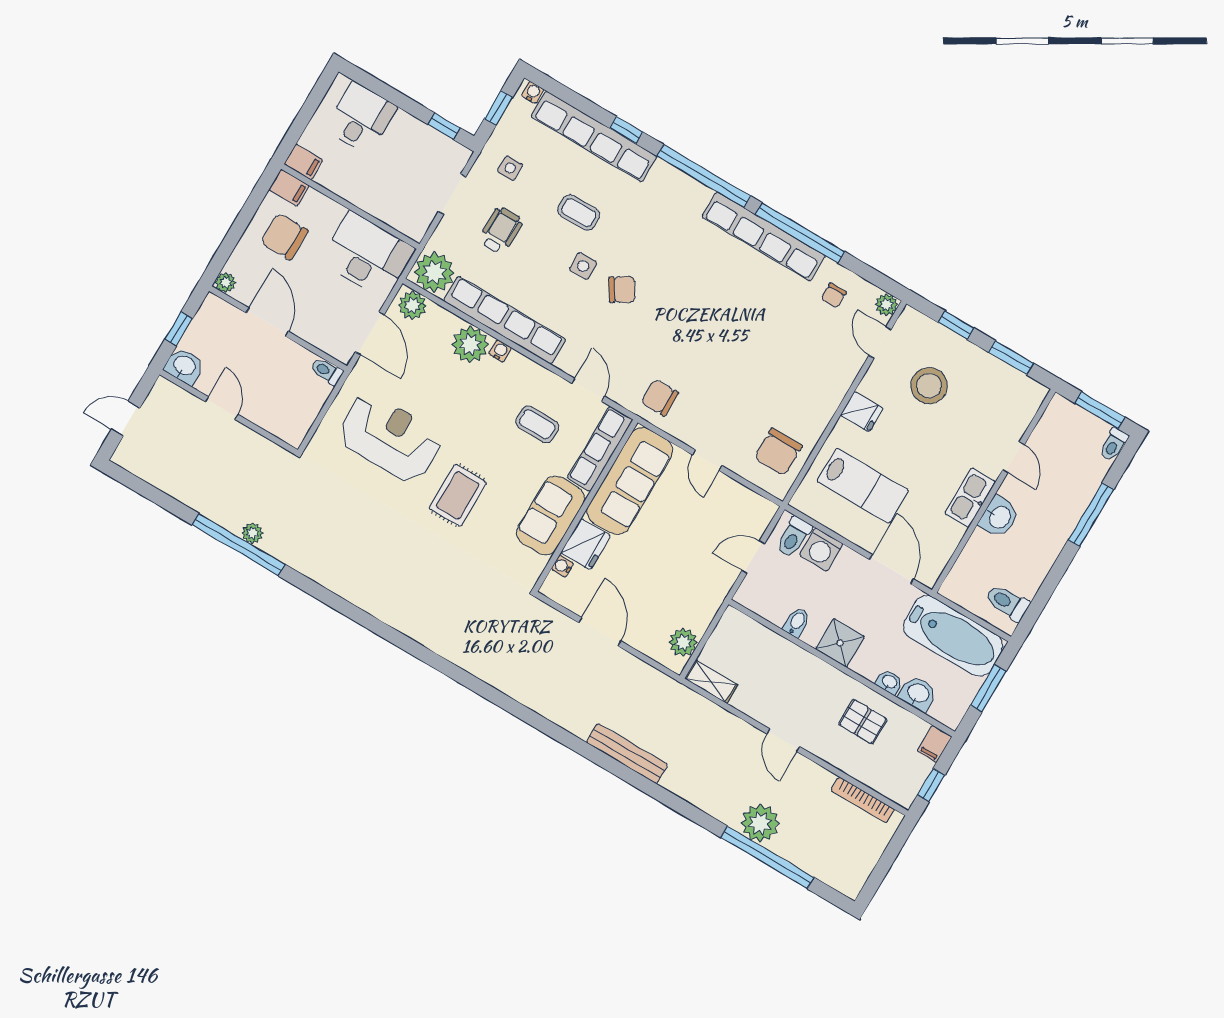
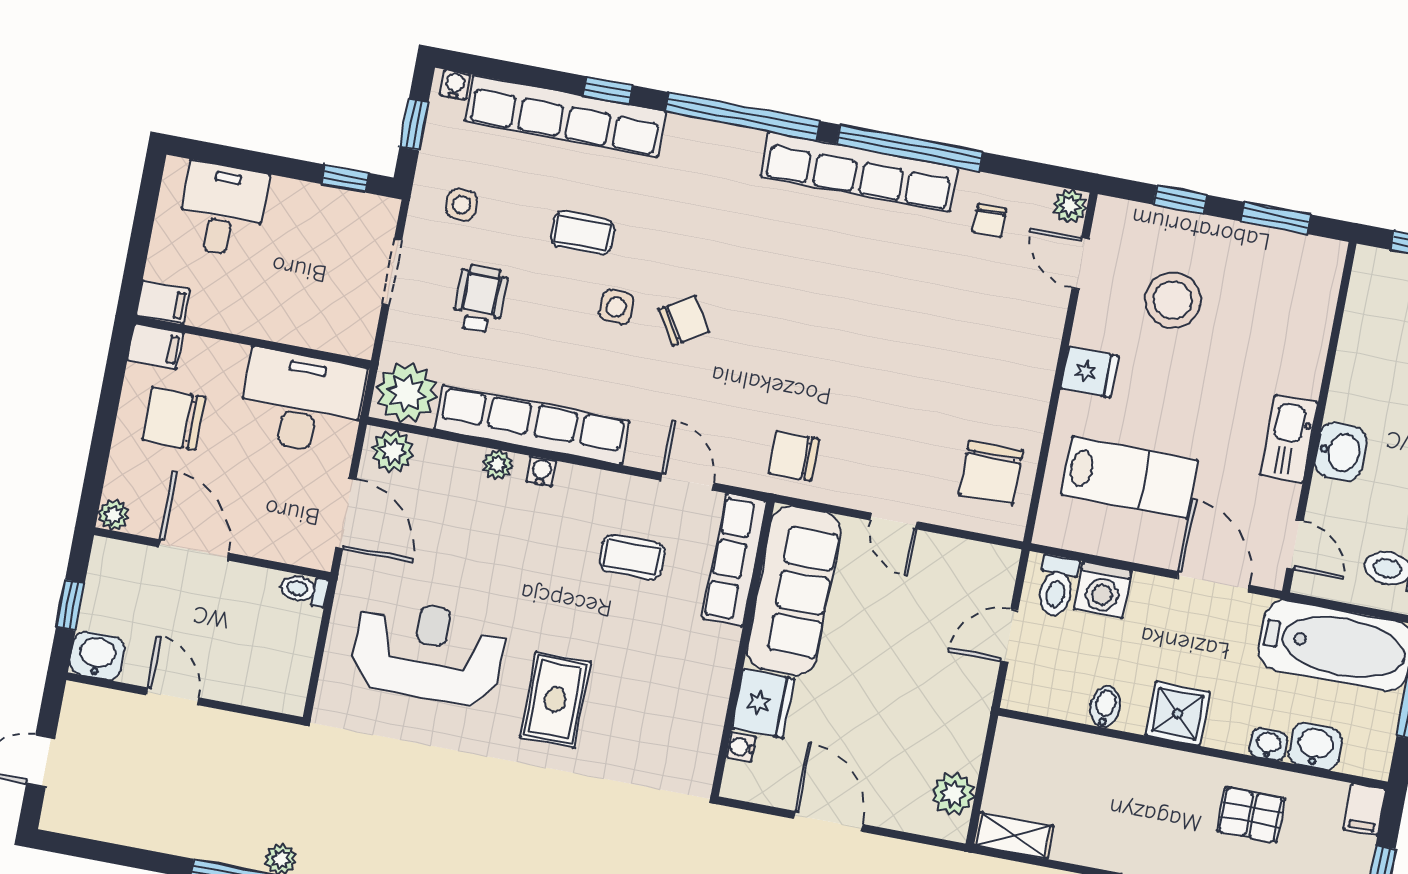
plant: (470, 345) -> (498, 465), width x0.53, depth x0.53
door: (1014, 457) -> (1295, 545), moved
sofa: (551, 515) -> (698, 681), removed

